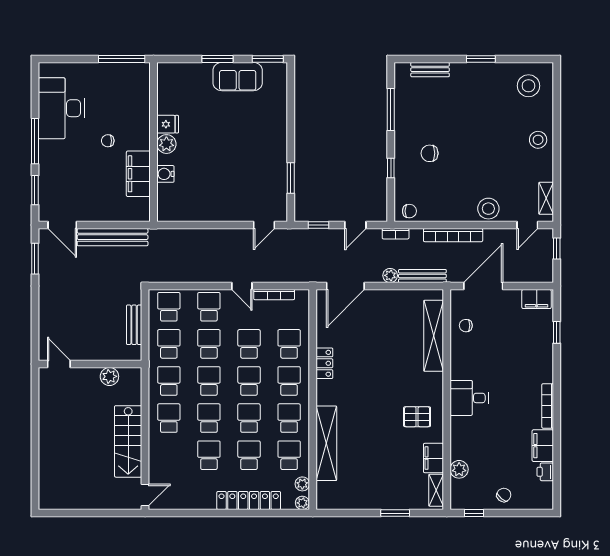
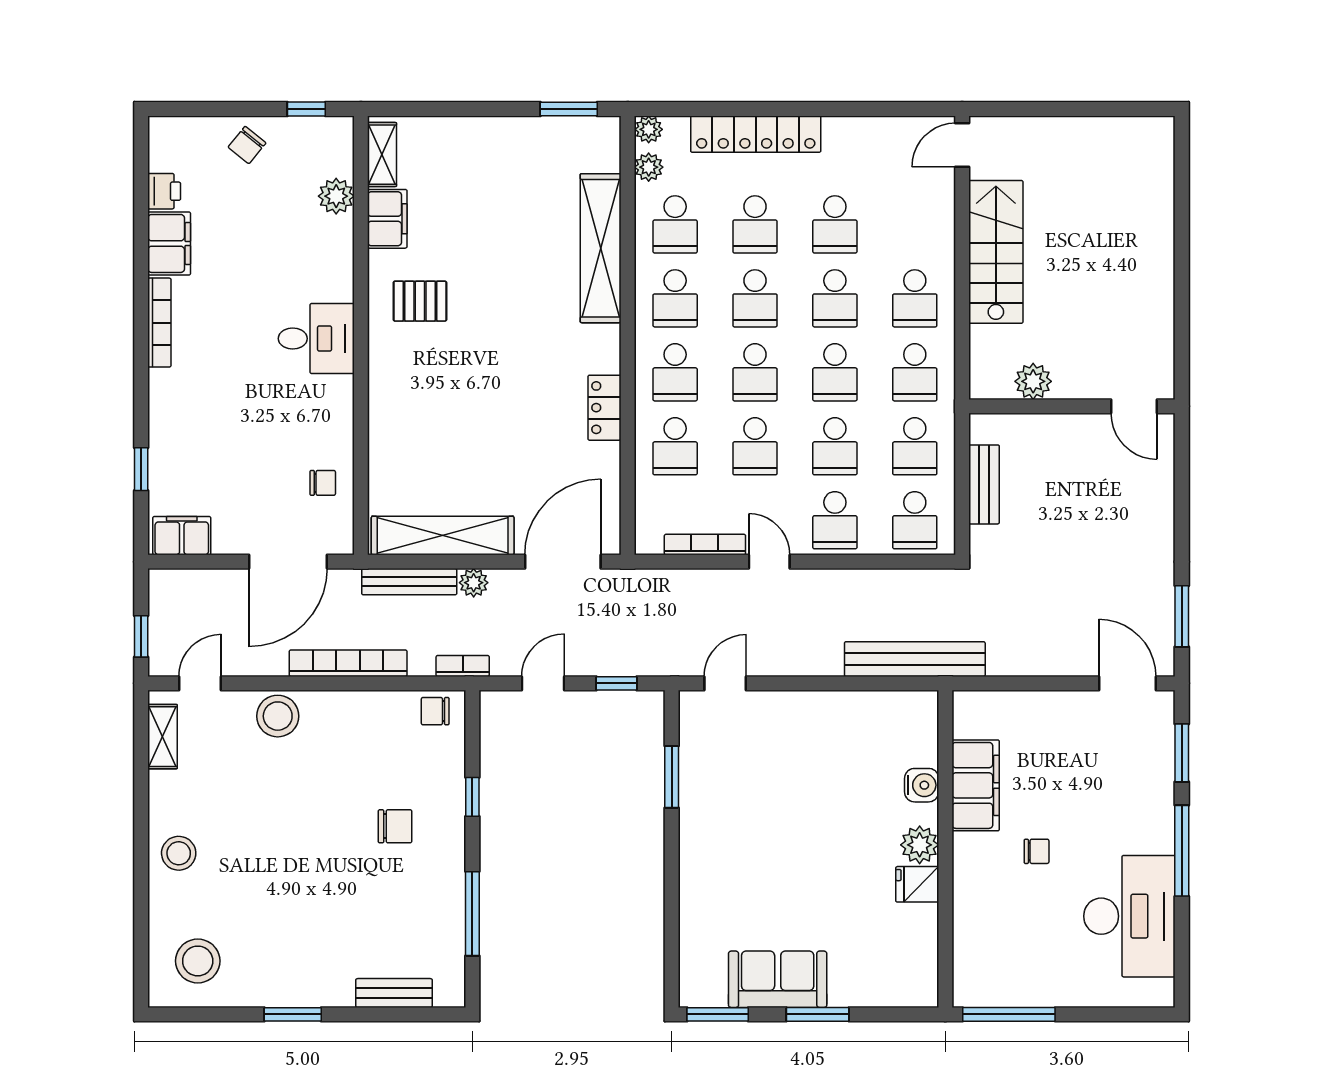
bench: (113, 237) -> (915, 659), moved
shelving: (434, 336) -> (443, 536), moved, turned 90
window: (395, 513) -> (569, 109), moved

